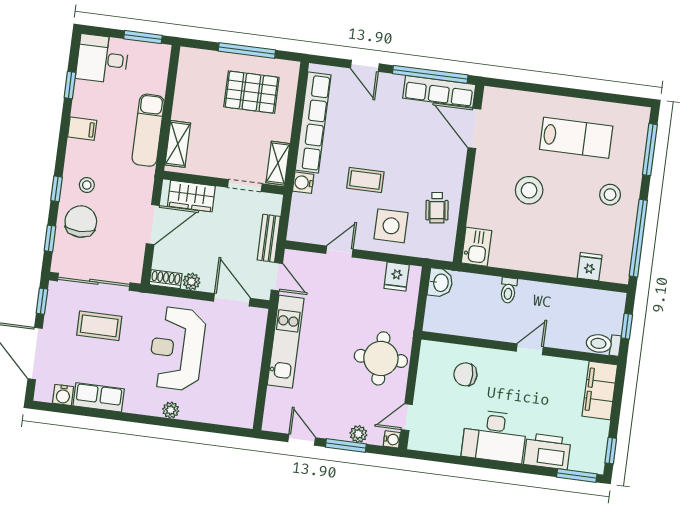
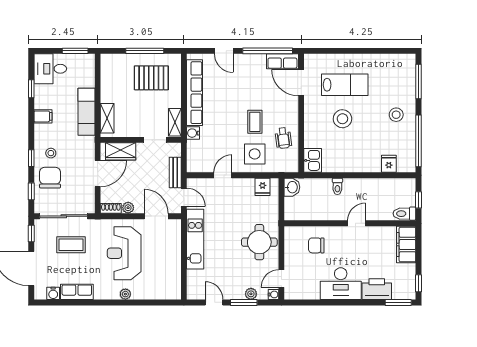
row of seats: (439, 91) -> (282, 61), width x0.68
lab bench: (576, 138) -> (345, 85), moved
coffee table: (365, 180) -> (255, 122), moved, turned 90

